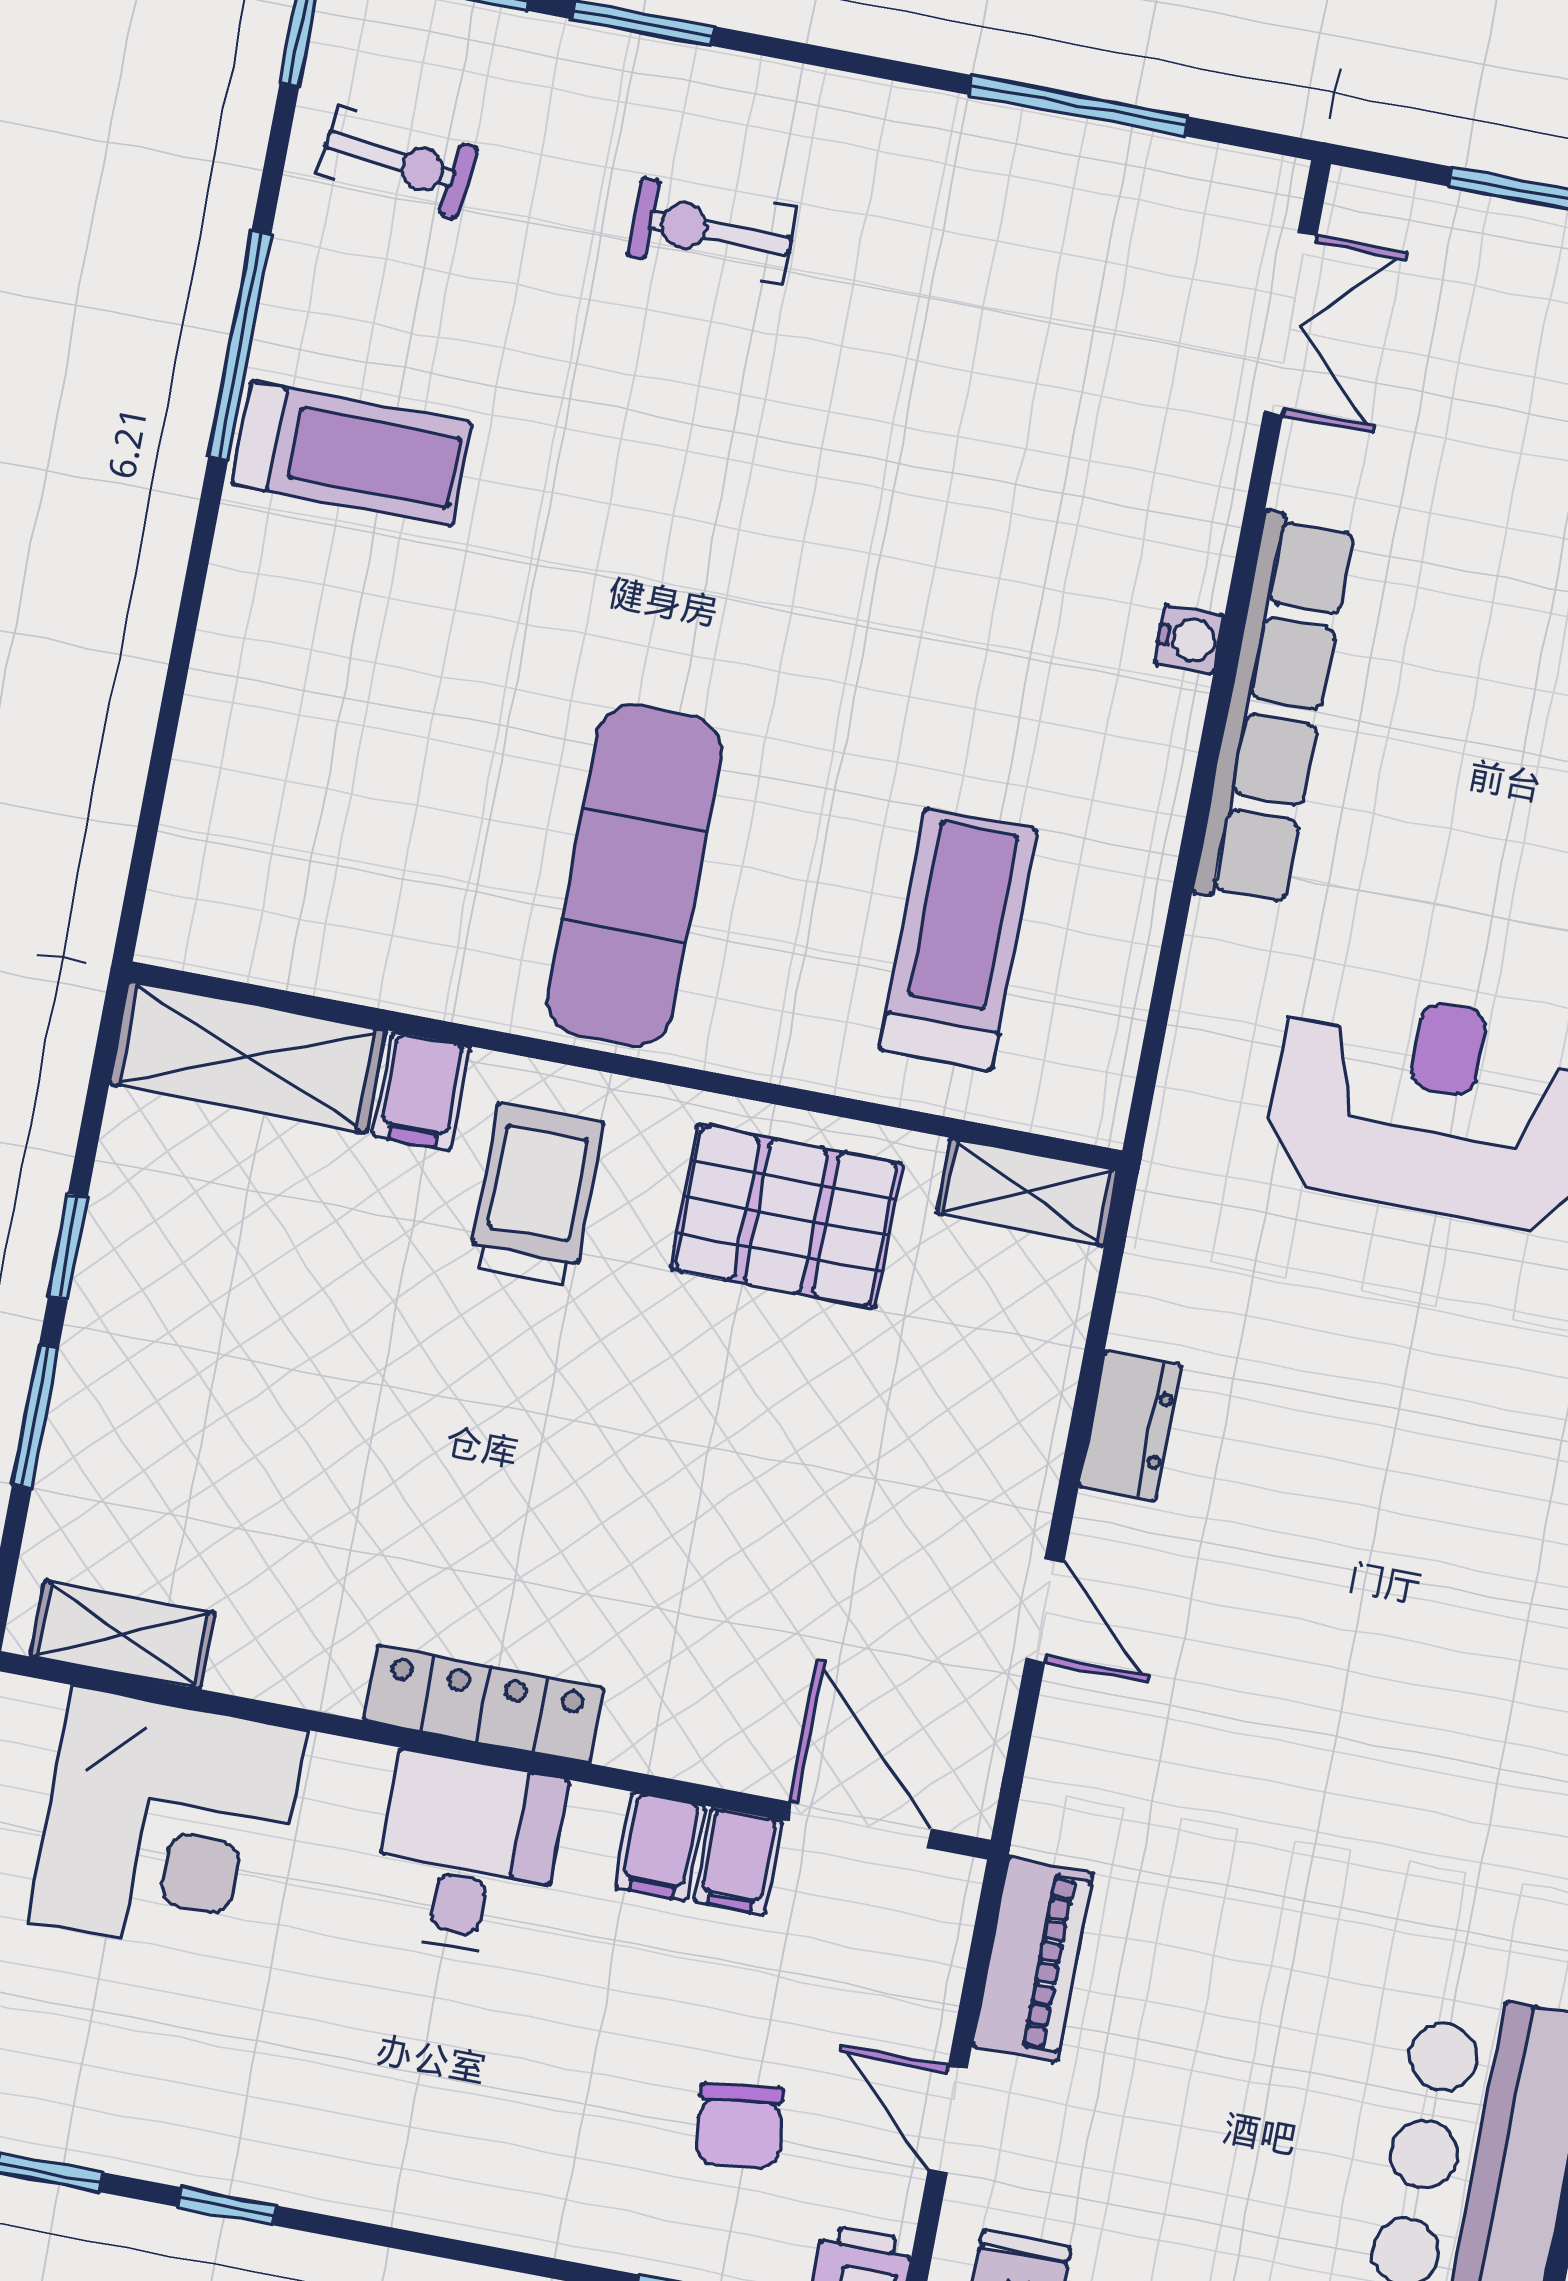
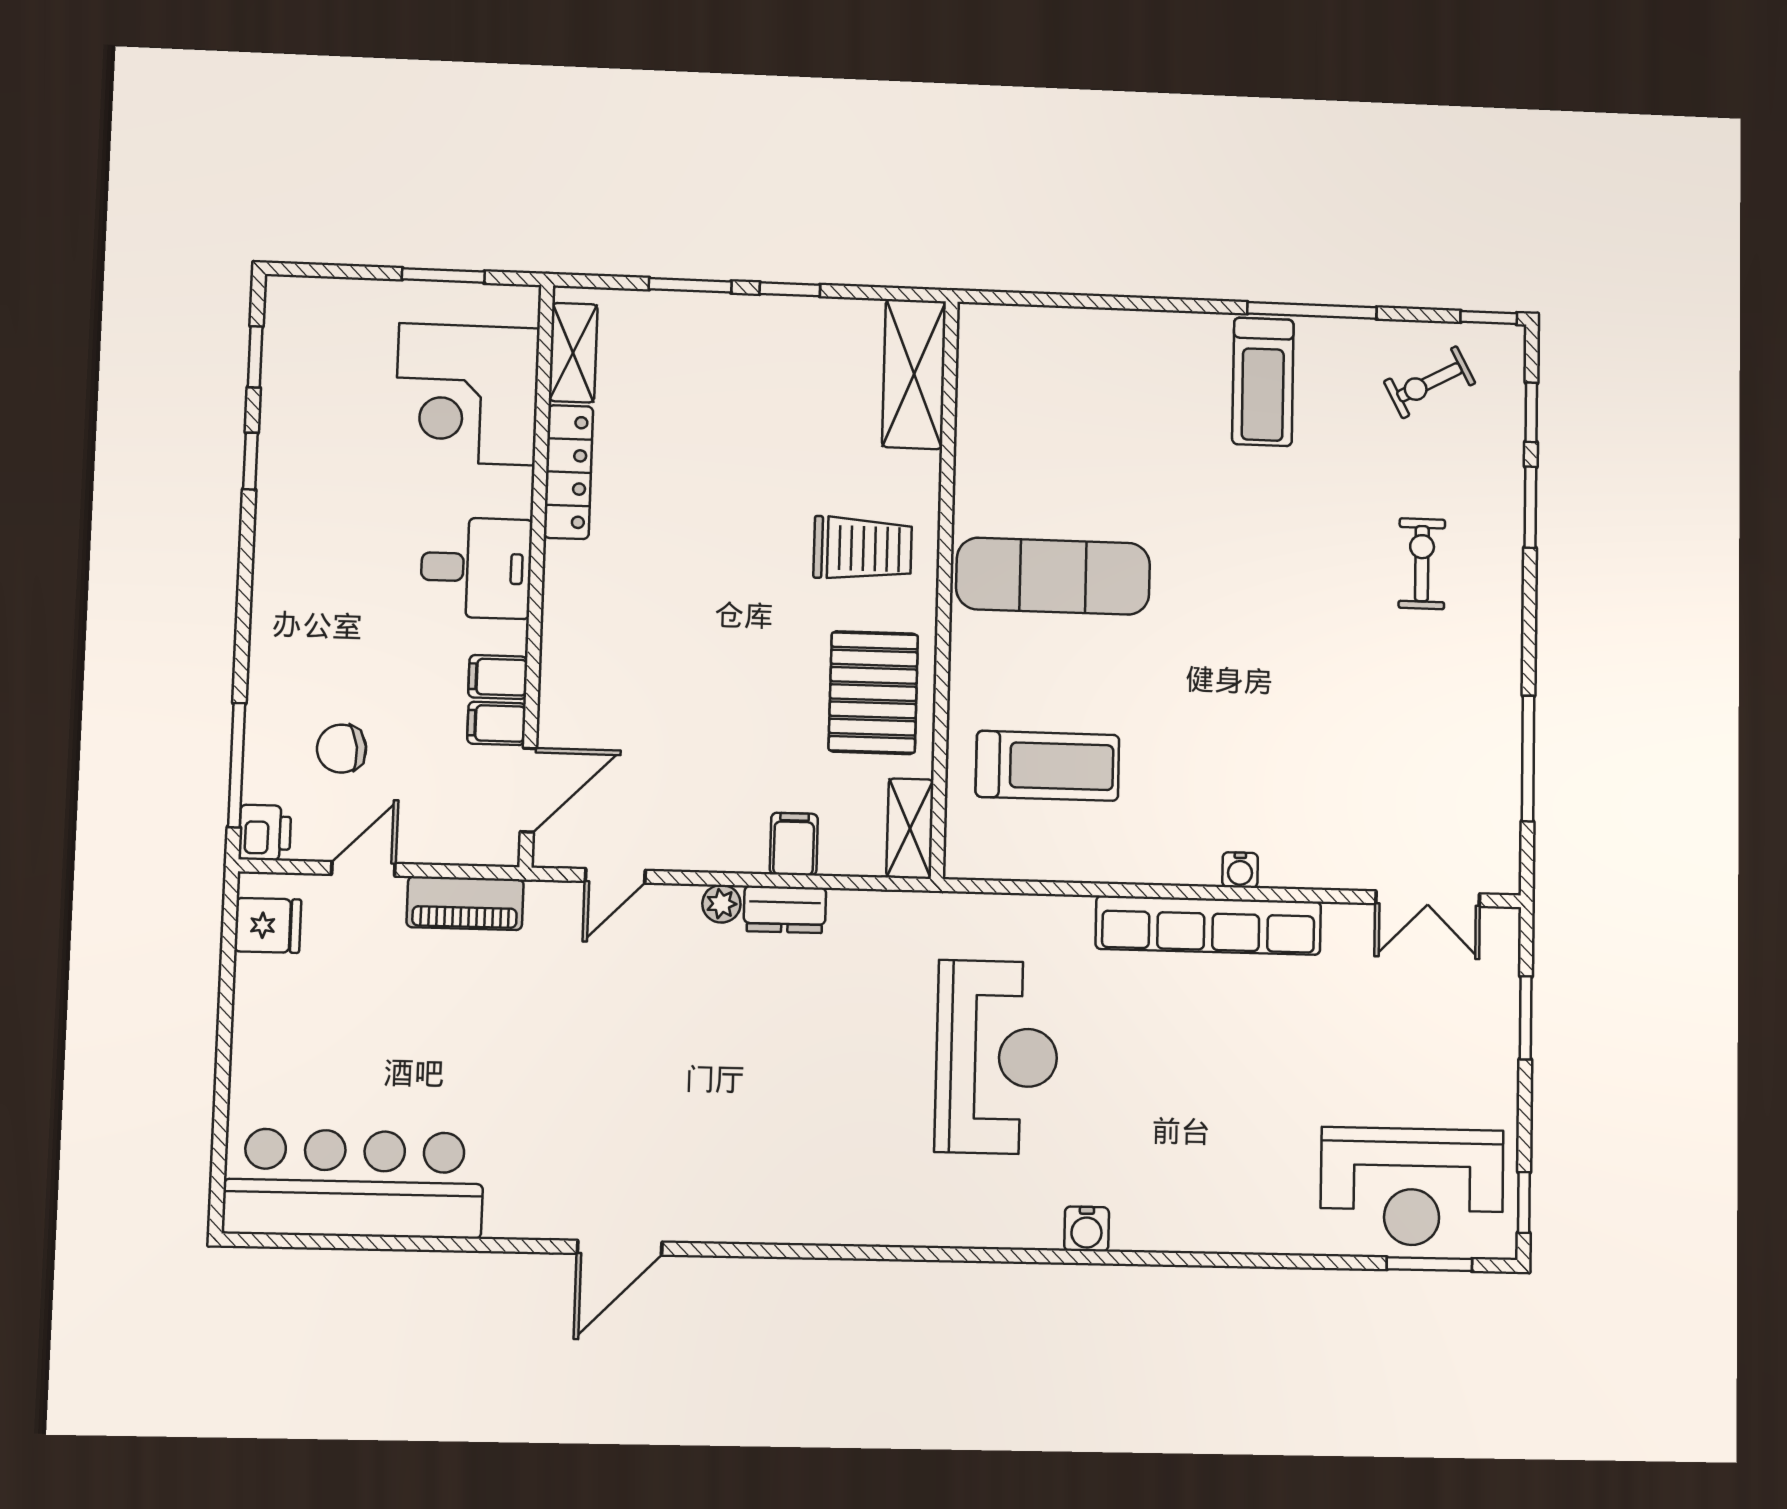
exercise bike: (397, 161) -> (1429, 382), turned 55
filing cabinet: (421, 1091) -> (794, 844), moved, turned 90
plant: (1103, 1531) -> (721, 904), added
door: (1045, 1610) -> (615, 876), moved
locker: (484, 1704) -> (568, 472), moved

